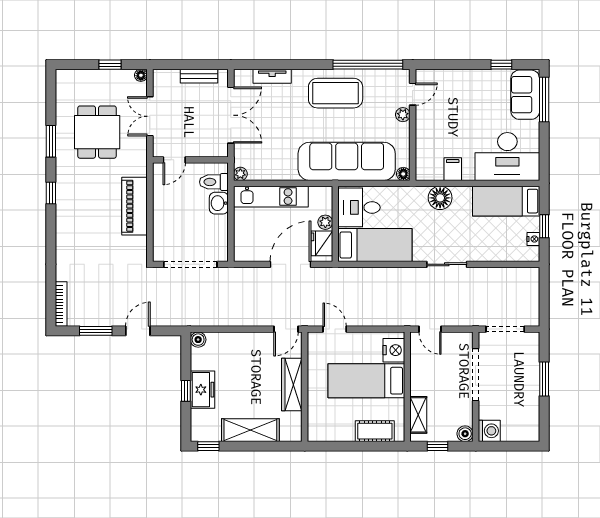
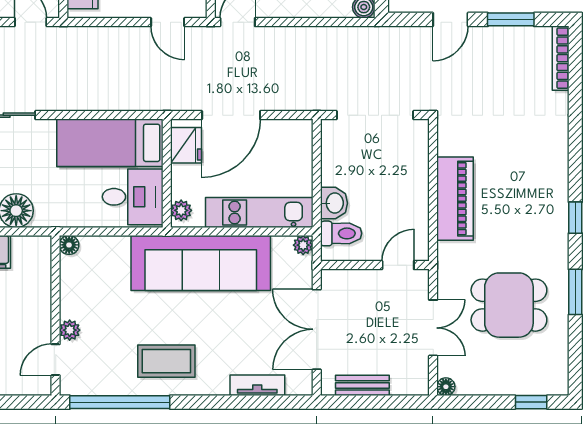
window: (110, 65) -> (531, 402), moved
coffee table: (336, 93) -> (166, 361), width x0.73, depth x0.76
dining table: (97, 132) -> (509, 305), turned 90
sofa: (347, 161) -> (201, 263), moved
plant: (325, 222) -> (181, 210), moved

